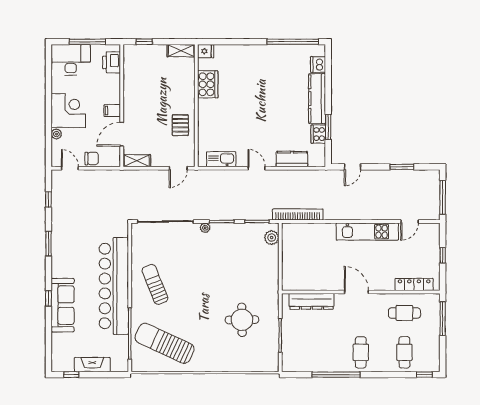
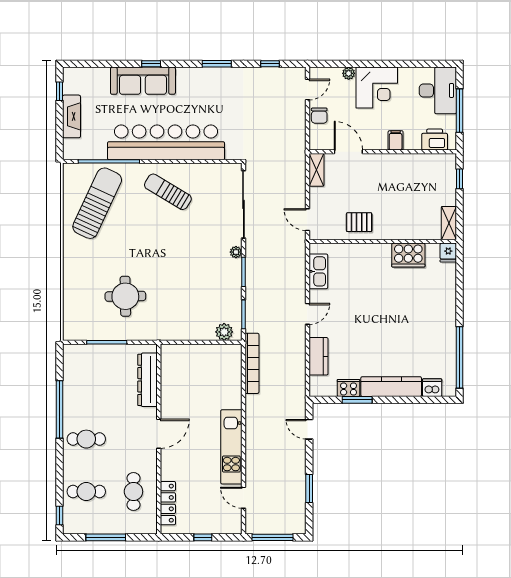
filing cabinet: (112, 111) -> (396, 140), moved
sun lounger: (155, 284) -> (168, 192), turned -127
window: (443, 319) -> (106, 537), moved

